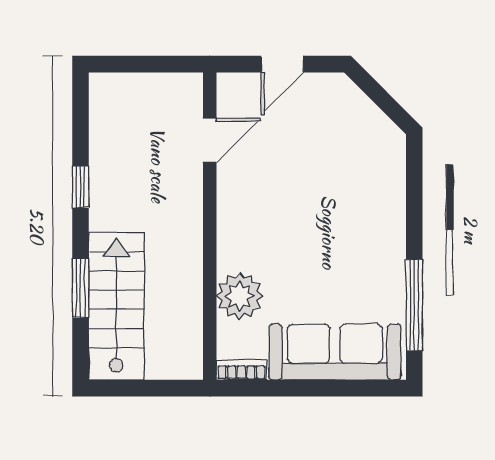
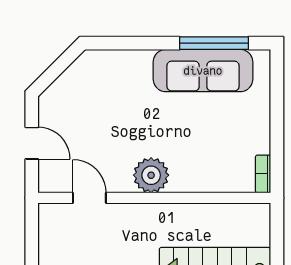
plant: (240, 296) -> (151, 175), moved
sofa: (335, 352) -> (203, 71), moved, turned -90

